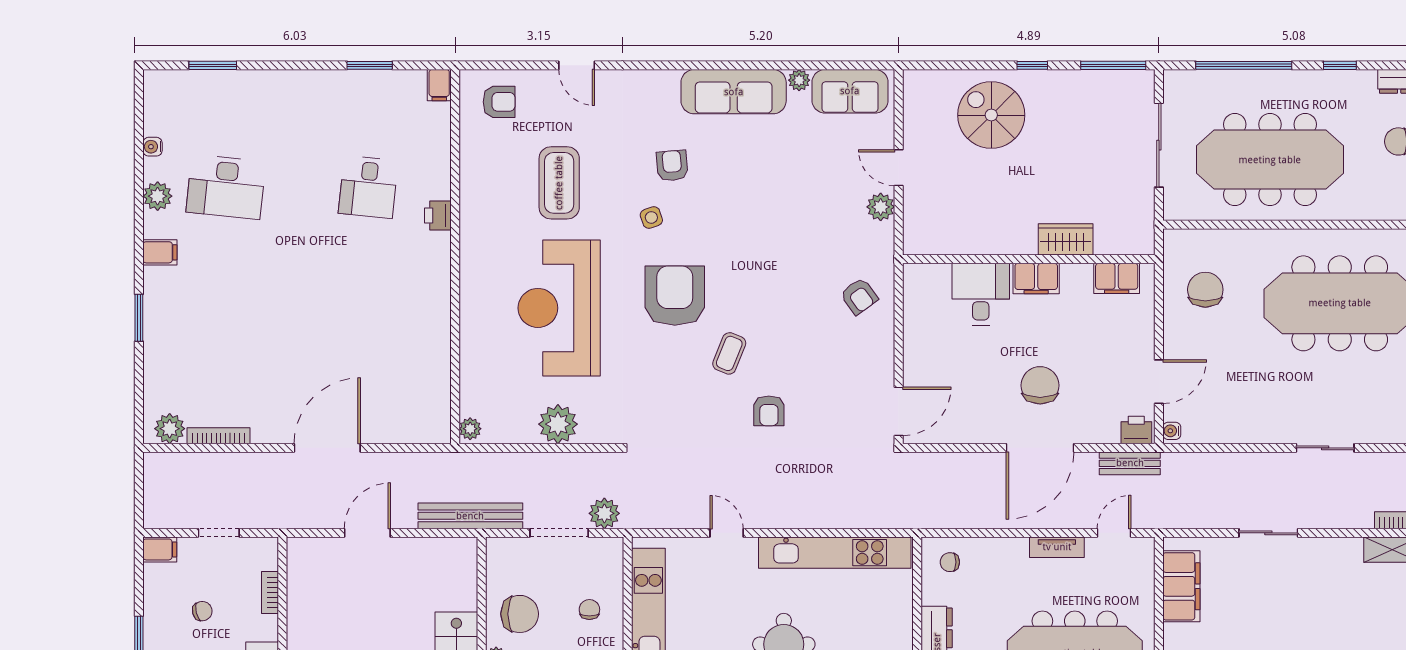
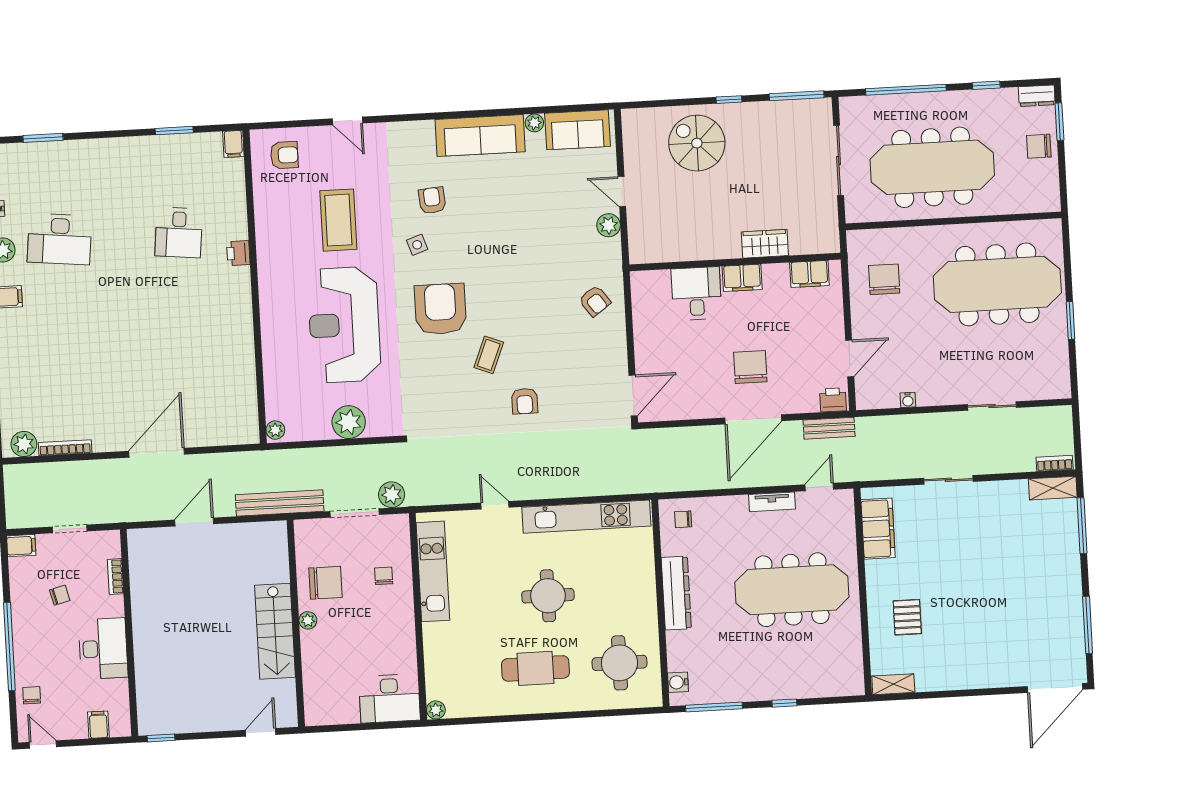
water cooler: (1172, 431) -> (908, 400), moved, turned -90

